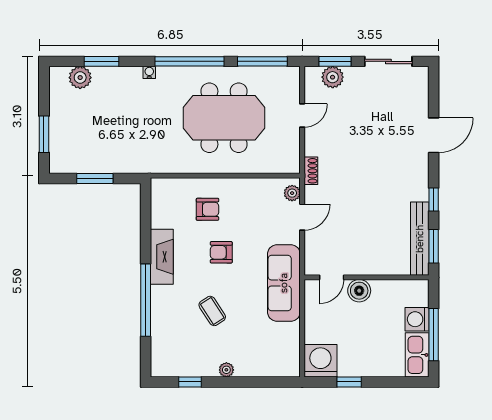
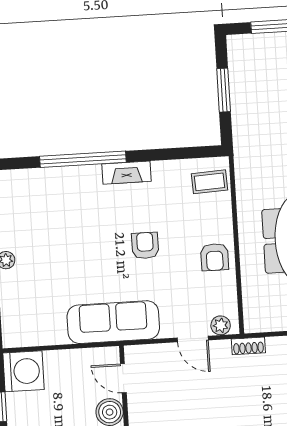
armchair: (207, 209) -> (215, 257), moved
fireplace: (162, 257) -> (126, 173), width x0.73, depth x0.76
coffee table: (212, 311) -> (210, 182), moved, turned 30

